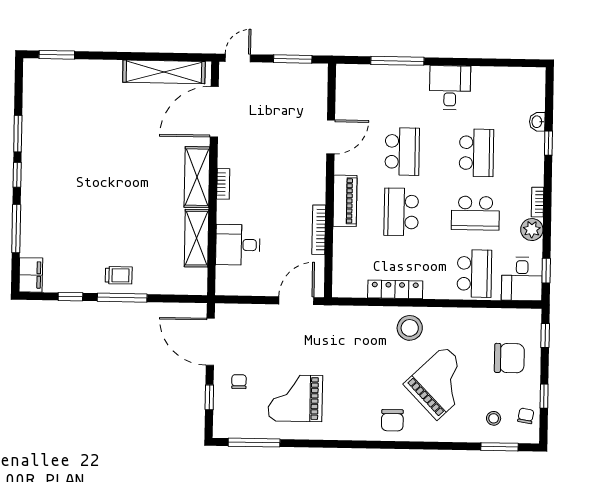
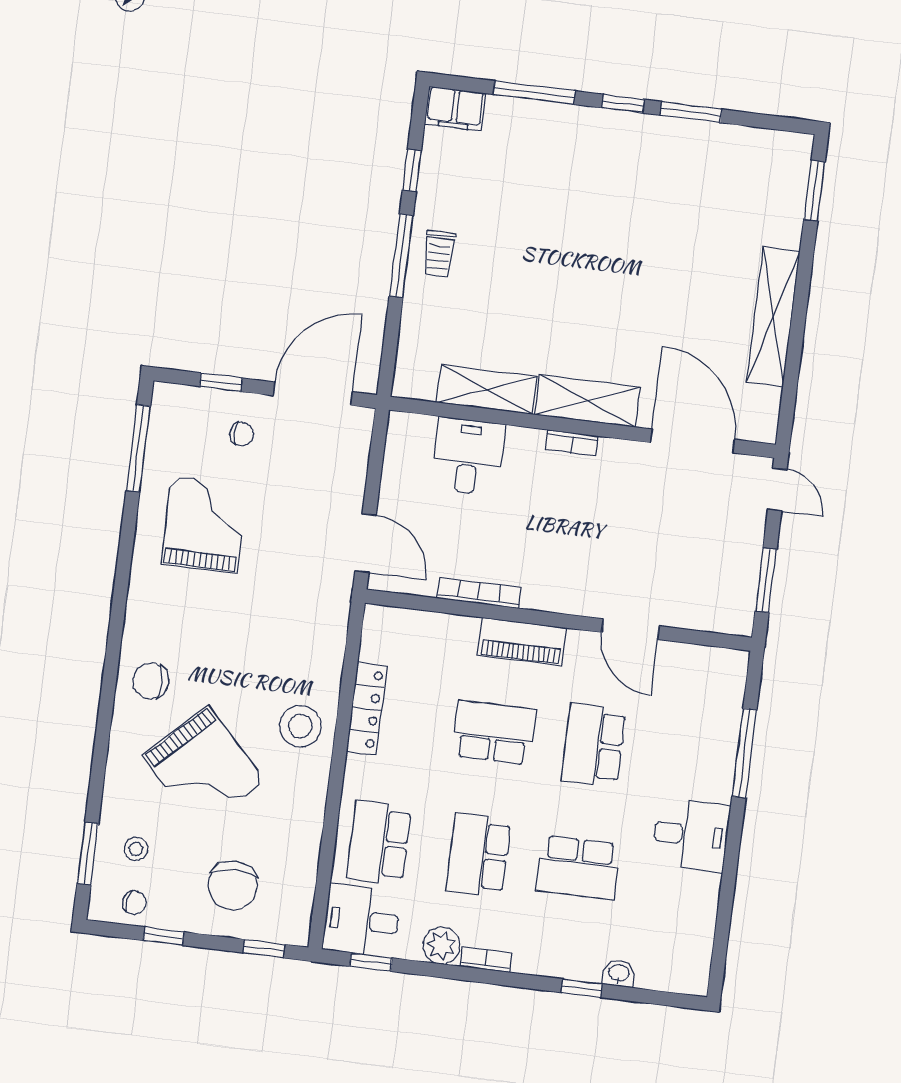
shelving: (164, 72) -> (773, 317), moved
school desk: (402, 152) -> (593, 745), turned 90
school desk: (474, 274) -> (379, 843), turned 90

